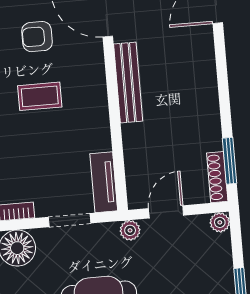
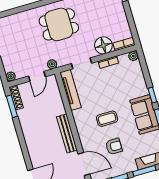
tv unit: (104, 182) -> (71, 90), width x1.41

